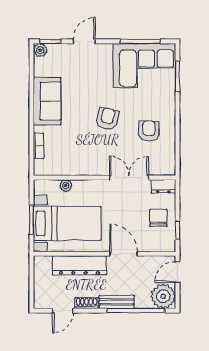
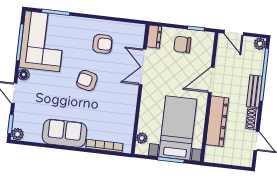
floor lamp: (106, 49) -> (24, 74), added
armchair: (149, 131) -> (102, 44), turned 180
bookcase: (39, 146) -> (104, 146), width x1.56
plant: (66, 186) -> (142, 138), moved
plant: (163, 296) -> (260, 44), width x0.53, depth x0.53

